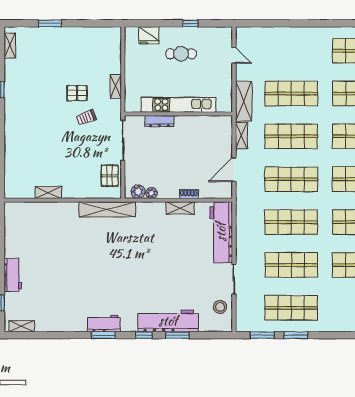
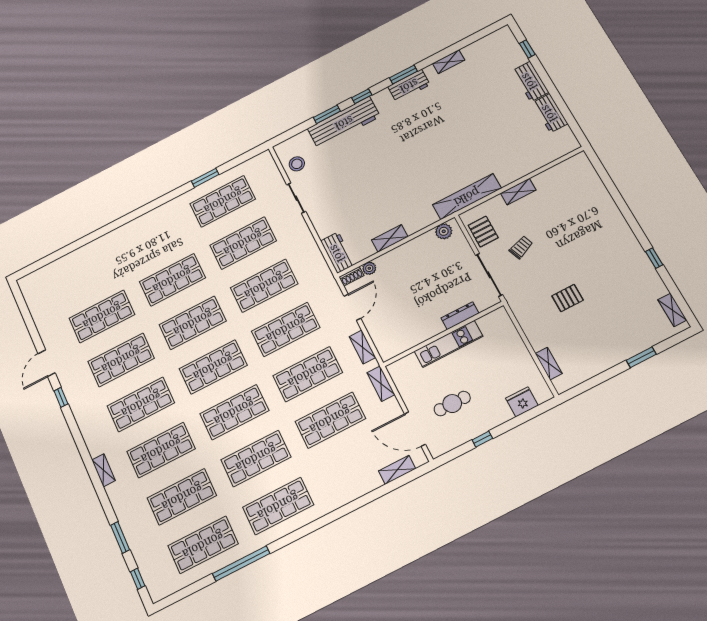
shelving: (261, 33) -> (397, 470), added
cafe table: (181, 54) -> (452, 404), moved
door: (234, 55) -> (415, 429), width x1.87
shelving: (116, 86) -> (549, 364), moved
shelving: (244, 101) -> (381, 384), width x0.67, depth x0.75
kitchen unit: (178, 105) -> (449, 344), width x0.73
trolley: (86, 118) -> (521, 247), moved
shelving: (48, 193) -> (518, 192), moved
plant: (152, 193) -> (369, 268), moved
shoe rack: (189, 194) -> (352, 276), moved
workbench: (221, 232) -> (338, 253), width x0.53, depth x0.76
workbench: (12, 241) -> (550, 113), added
shelving: (22, 326) -> (449, 62), moved
window: (262, 335) -> (240, 160), removed

